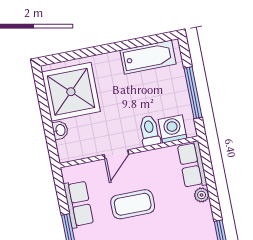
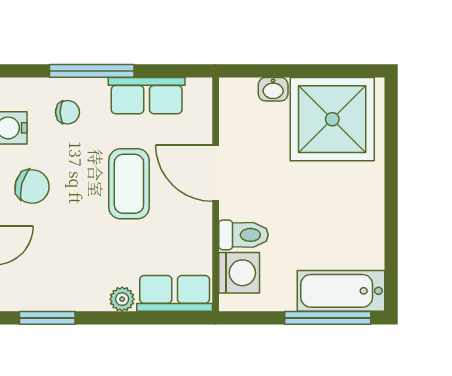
bathtub: (148, 57) -> (341, 291), moved, turned 90
window: (193, 93) -> (328, 318), moved
door: (116, 154) -> (216, 173), width x1.38

